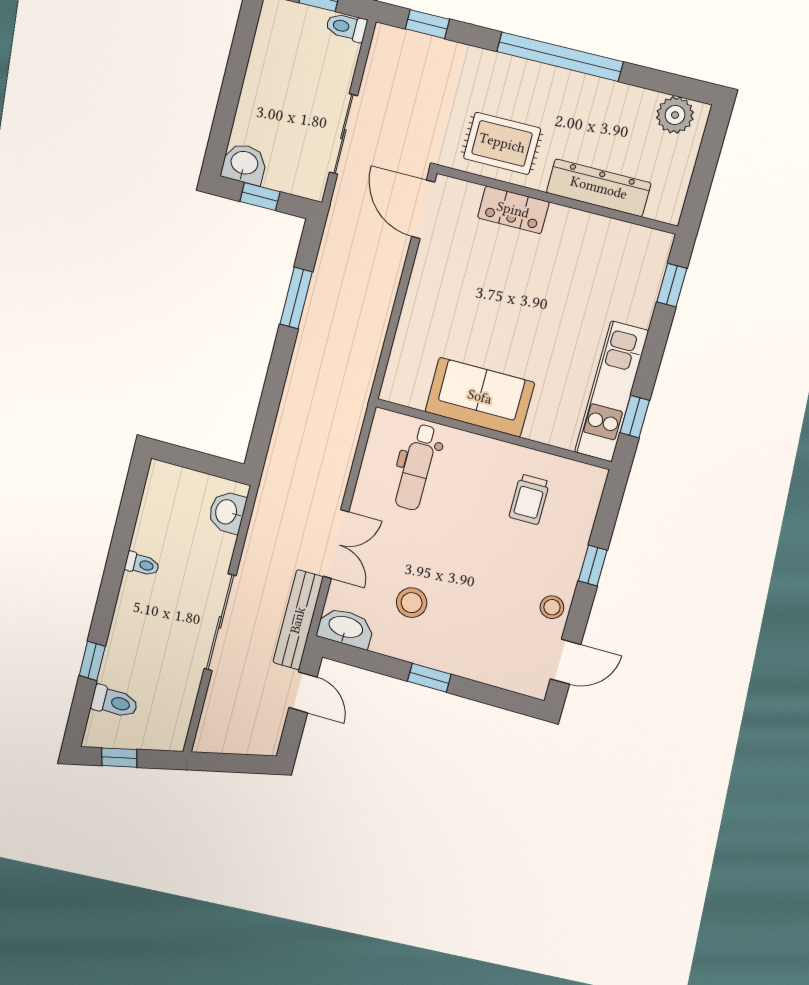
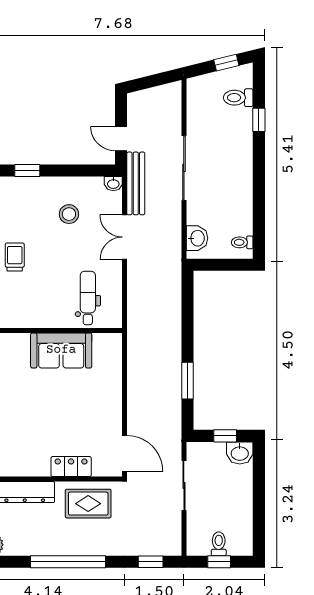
toilet: (346, 27) -> (219, 544), moved, turned -90
trolley: (529, 499) -> (15, 257), moved
toilet: (142, 564) -> (242, 242), moved
washbasin: (346, 628) -> (113, 184), width x0.52, depth x0.69
window: (429, 678) -> (27, 171), moved

